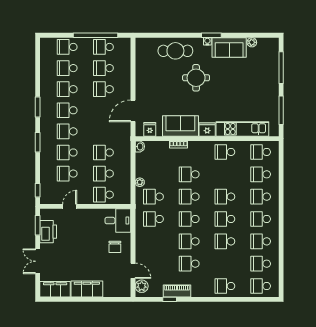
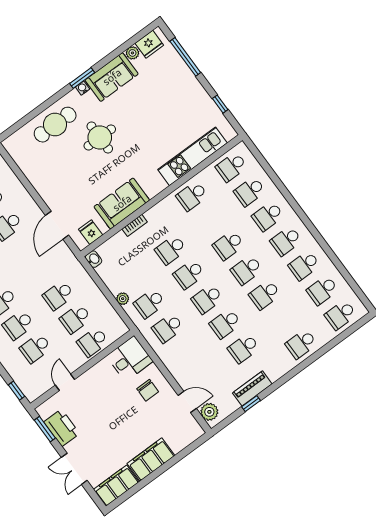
window: (281, 110) -> (220, 104), width x0.46
fridge: (207, 129) -> (149, 44), moved, turned 180

